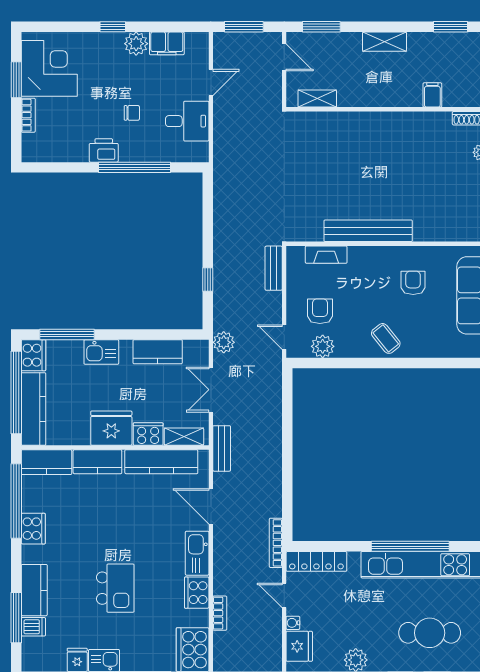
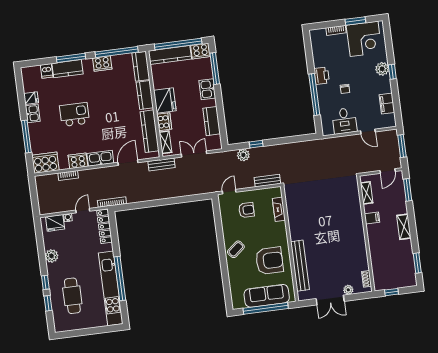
plant: (136, 44) -> (382, 69), moved
filing cabinet: (432, 95) -> (372, 218), moved
bench: (368, 231) -> (300, 266), moved
armchair: (413, 283) -> (269, 261), width x1.88, depth x1.88
plant: (224, 342) -> (243, 155), moved
plant: (323, 346) -> (227, 214), removed
kitchen island: (115, 588) -> (75, 114), turned 180
window: (16, 618) -> (71, 58), moved

